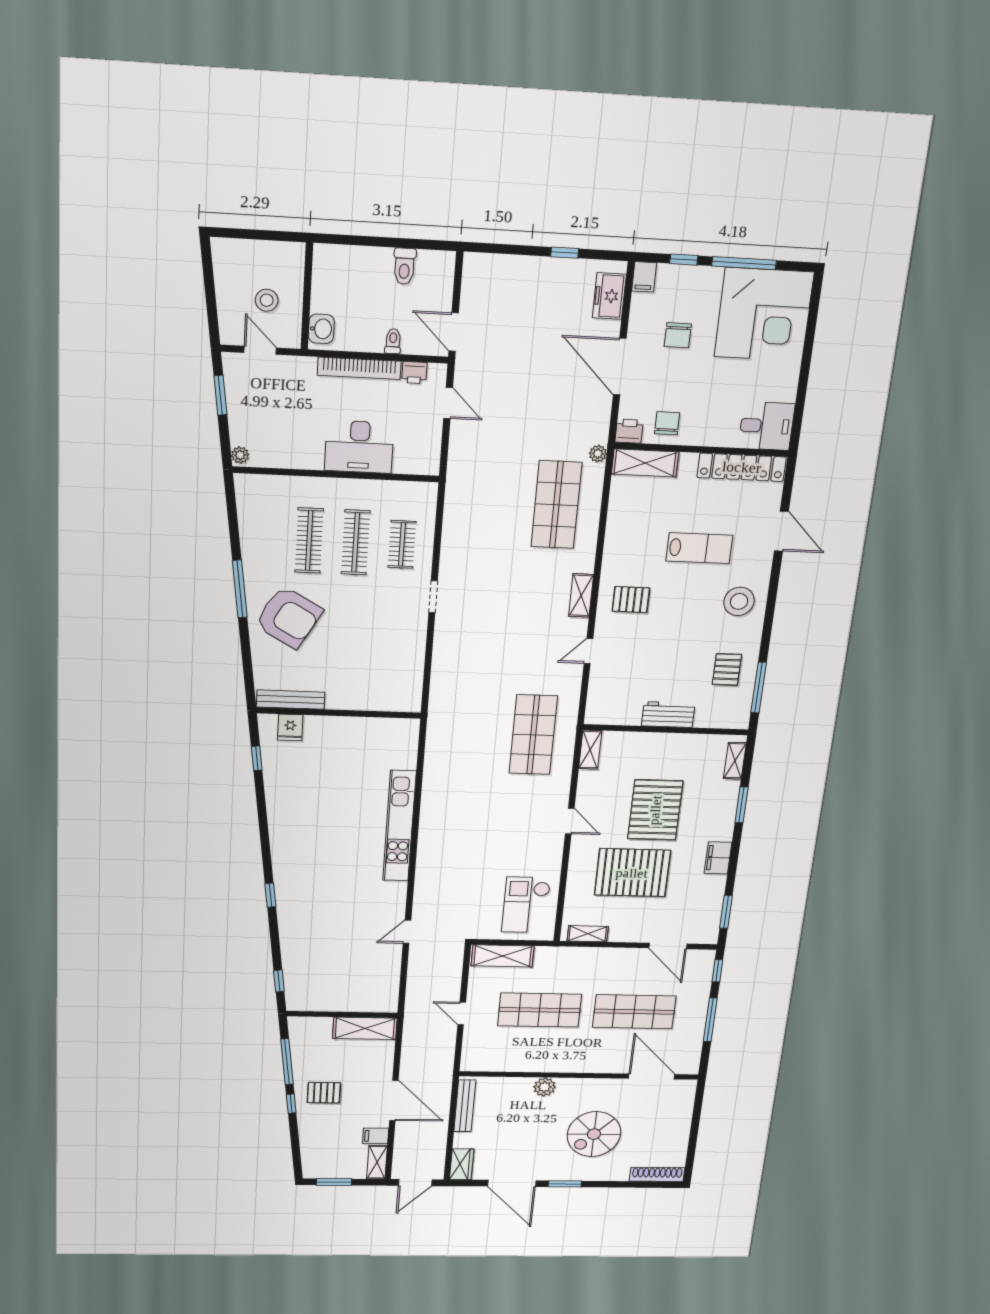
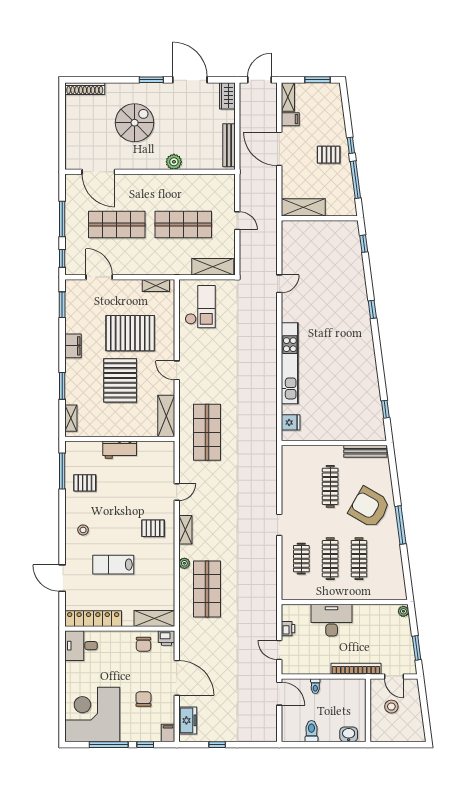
washbasin: (321, 329) -> (349, 734), moved, turned 90
bookcase: (359, 368) -> (356, 669), moved
printer: (414, 373) -> (288, 629), moved, turned 90
plant: (598, 454) -> (184, 563), moved
stool: (739, 601) -> (83, 530), width x0.53, depth x0.53
clothes rail: (349, 651) -> (330, 486), added
pallet: (727, 669) -> (85, 483), turned 90
fridge: (290, 727) -> (291, 422), moved, turned 90
shelving: (590, 750) -> (166, 416), width x1.50, depth x1.33

